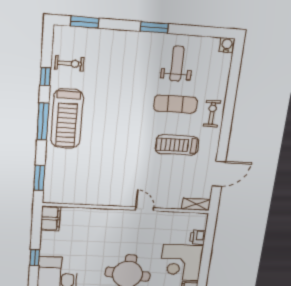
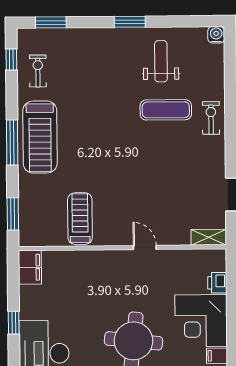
exercise bike: (70, 64) -> (38, 71), turned -90
window: (45, 77) -> (11, 60), moved
treadmill: (177, 145) -> (80, 219), moved, turned 90

